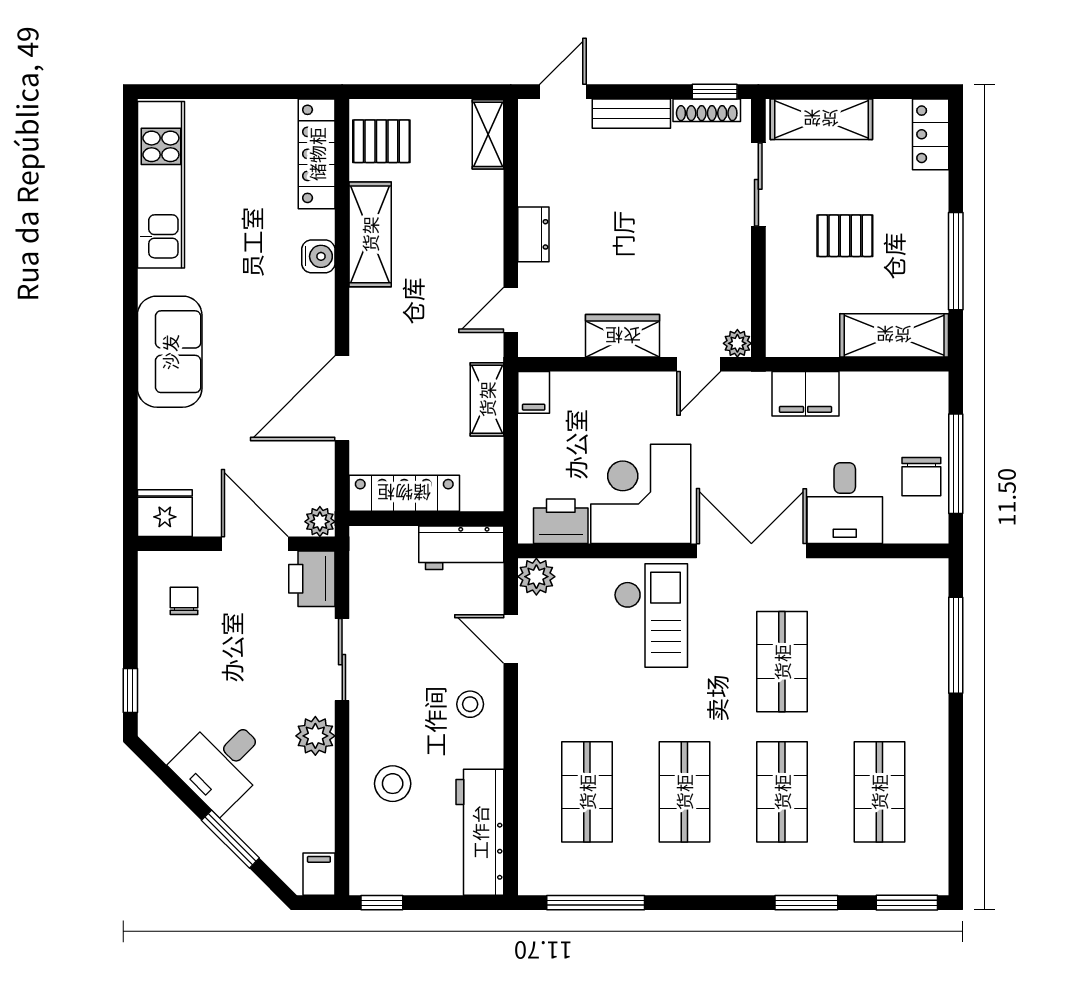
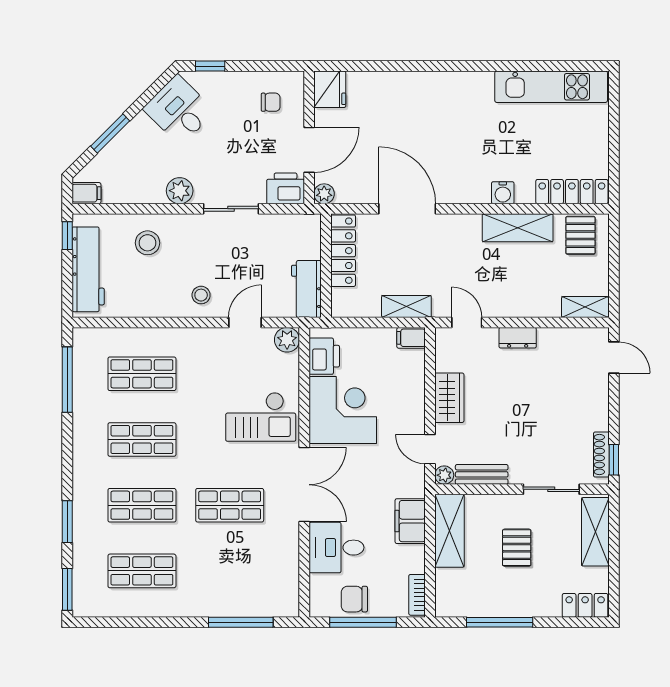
bench: (631, 114) -> (482, 474), moved, turned 90
shelving: (894, 335) -> (450, 531), moved
sofa: (170, 352) -> (439, 93), removed
bookcase: (915, 384) -> (417, 595), added
desk: (222, 763) -> (179, 110), moved
workbench: (480, 832) -> (88, 269), moved, turned 90

